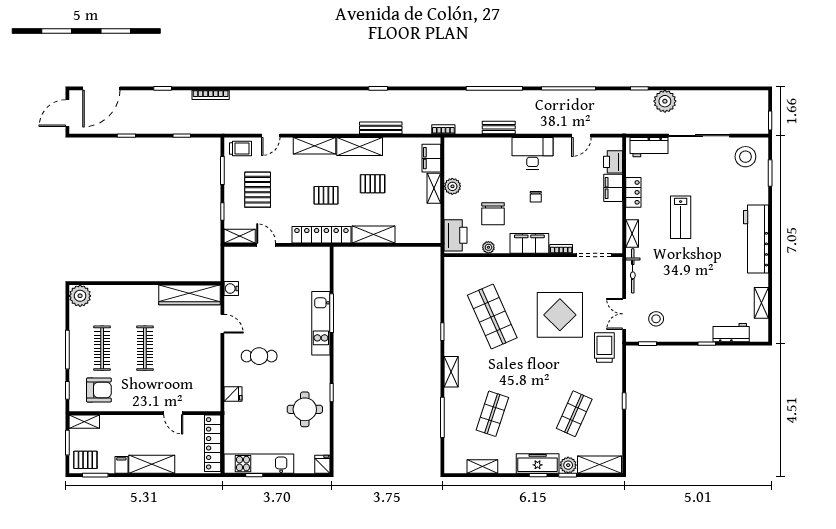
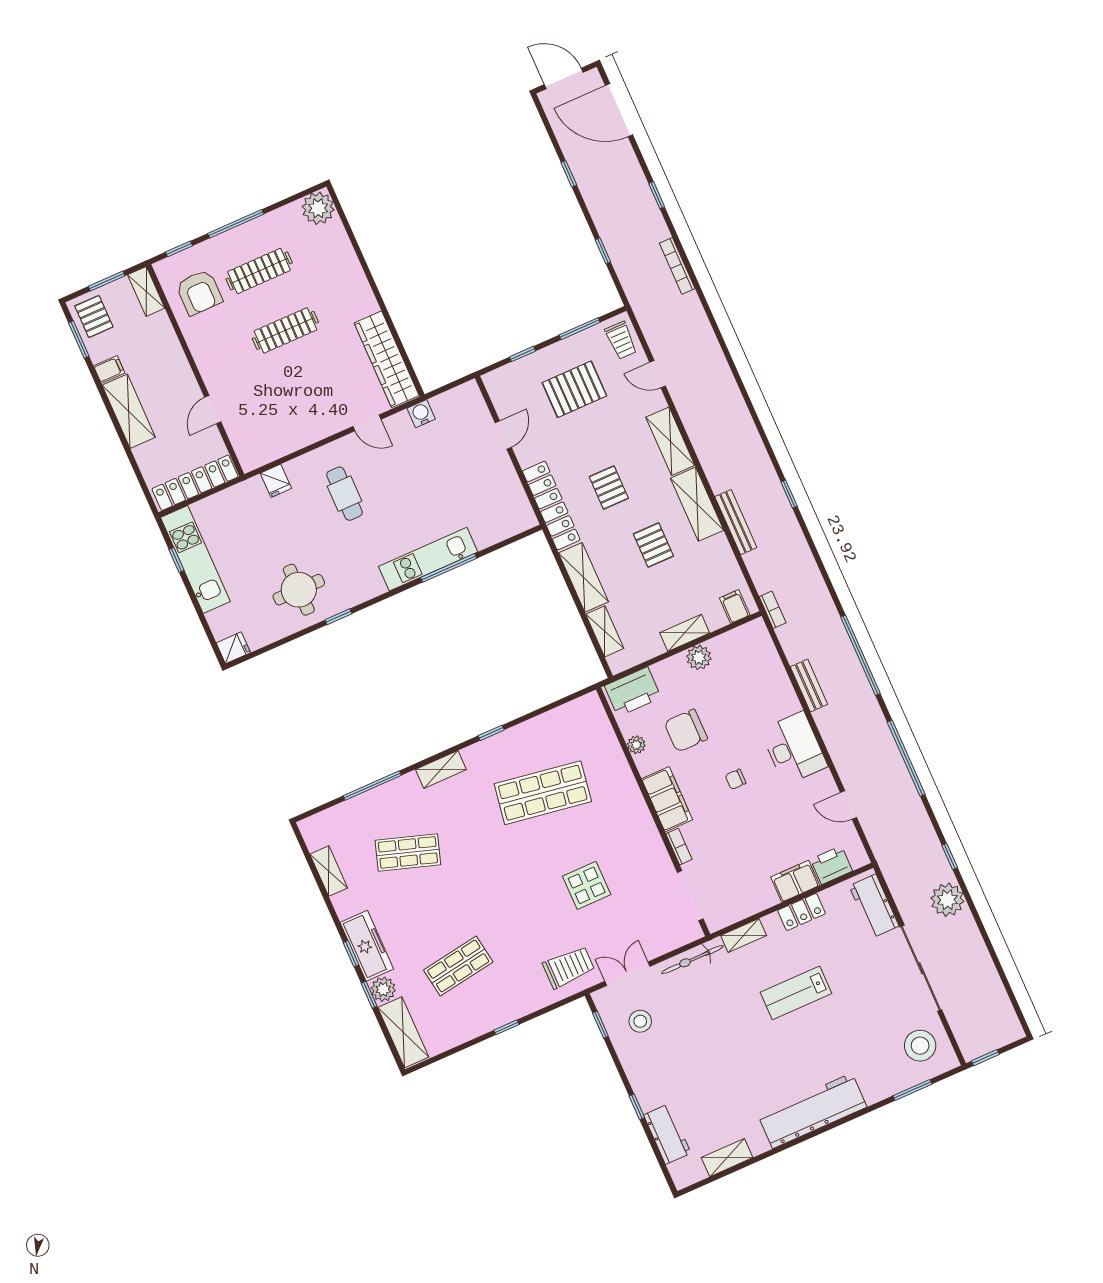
filing cabinet: (431, 158) -> (735, 607), width x0.50
shelving: (240, 236) -> (605, 631), moved
display table: (560, 315) -> (587, 885), width x0.54, depth x0.54
shop shelf: (492, 316) -> (543, 793), turned 33
door: (222, 324) -> (367, 423), hinge flipped
shop shelf: (574, 414) -> (458, 966), turned -33

